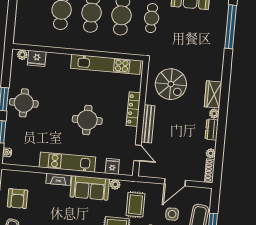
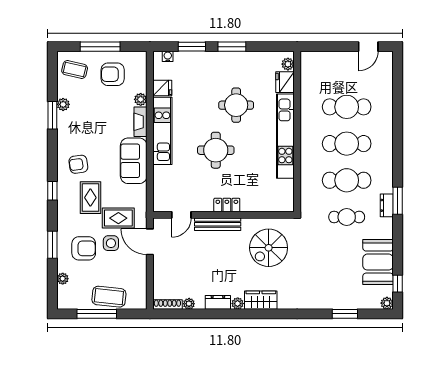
window: (231, 27) -> (345, 314), width x0.47
kitchen unit: (106, 64) -> (285, 136), moved
round table: (24, 103) -> (236, 105), moved
locker: (133, 109) -> (227, 205), width x0.66
fridge: (112, 166) -> (162, 88), moved
door: (175, 182) -> (150, 242), moved
plant: (115, 184) -> (141, 99), moved
side table: (172, 214) -> (111, 243), moved

